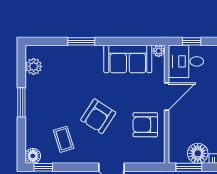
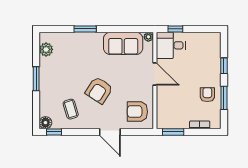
door: (167, 97) -> (155, 74), hinge flipped
armchair: (145, 125) -> (137, 112), moved
floor lamp: (198, 153) -> (180, 121), removed

